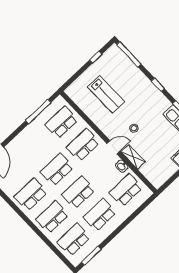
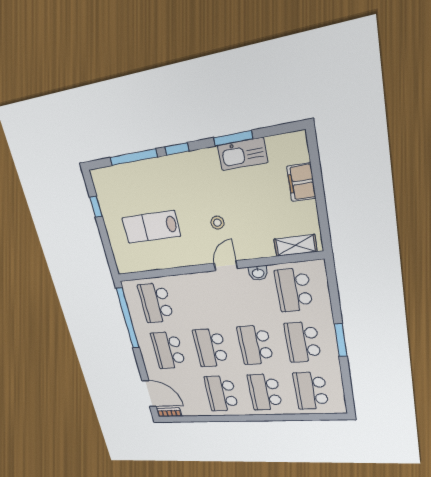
window: (129, 54) -> (133, 157), moved
lab bench: (106, 94) -> (151, 227), turned 180
window: (38, 112) -> (128, 318), width x1.46
school desk: (83, 145) -> (168, 350), moved
shelving: (133, 157) -> (295, 245), moved
window: (91, 256) -> (341, 340), moved

